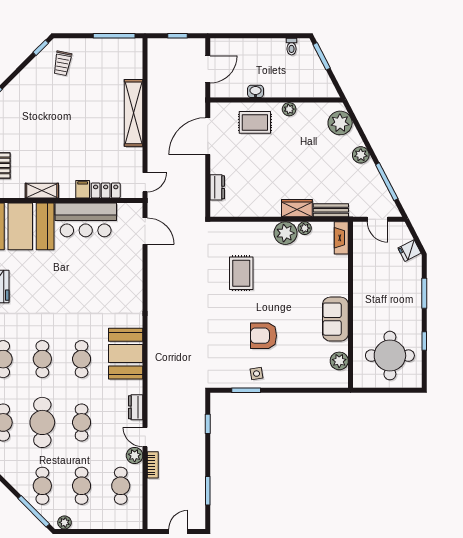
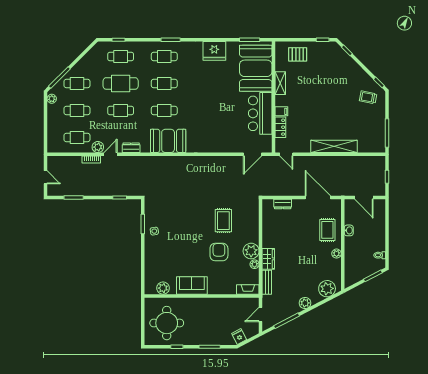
rug: (241, 273) -> (223, 221), turned 90
armchair: (264, 336) -> (219, 252), moved

